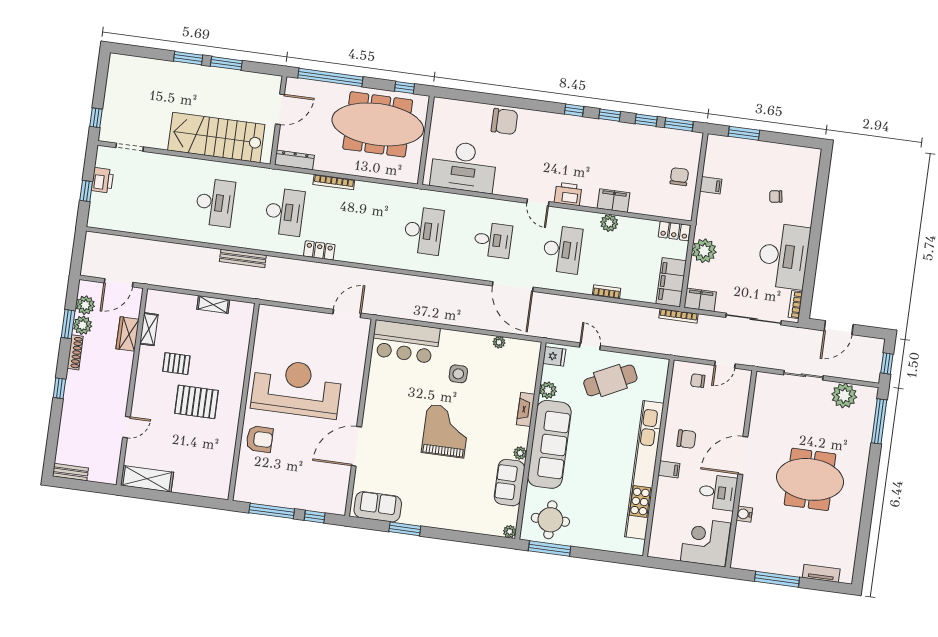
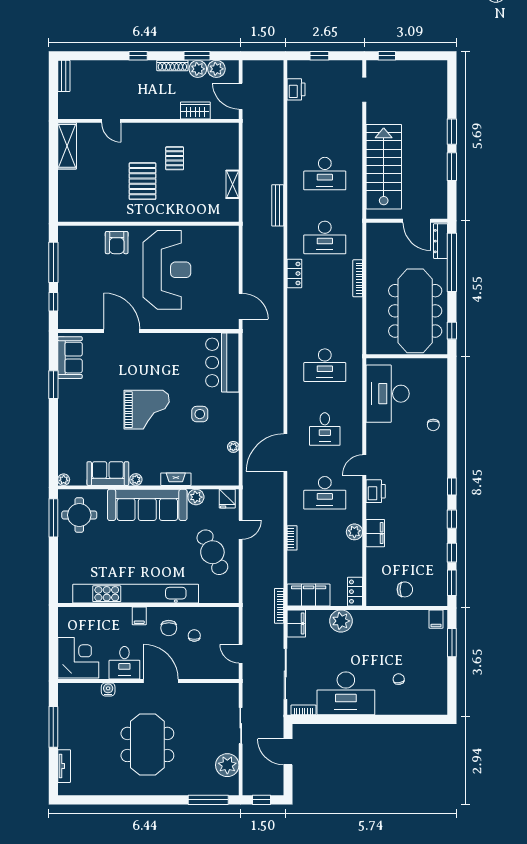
chair: (504, 121) -> (433, 425), width x0.54, depth x0.54
dresser: (294, 160) -> (441, 241), moved, turned 180
printer: (102, 180) -> (296, 89), moved, turned -90
filing cabinet: (711, 185) -> (436, 619), moved
shelving: (149, 329) -> (202, 129), removed
chair: (698, 381) -> (194, 635), moved

